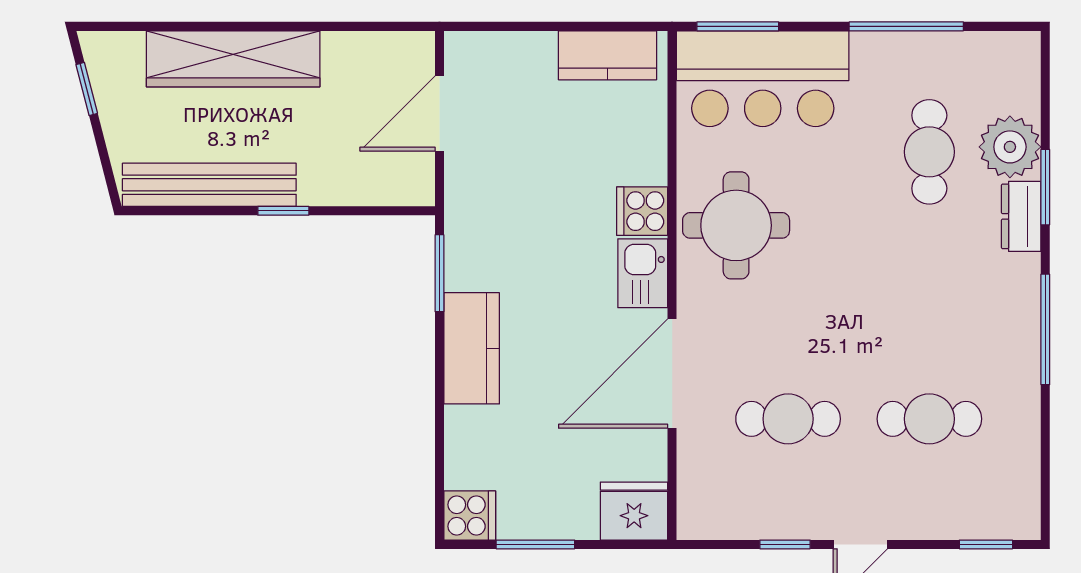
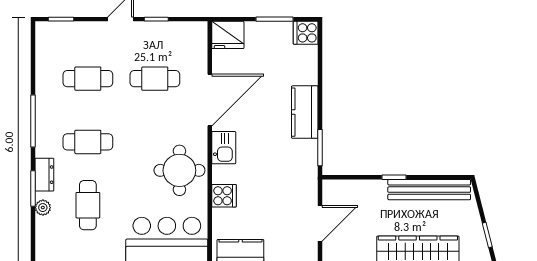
plant: (1010, 147) -> (43, 208), width x0.53, depth x0.53
cooker: (642, 211) -> (224, 196), moved
cafe table: (929, 285) -> (88, 142), added

